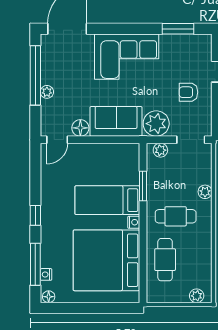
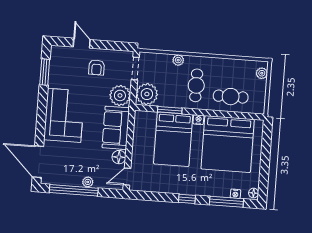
door: (57, 140) -> (127, 177), swing flipped
plant: (160, 150) -> (147, 94), width x1.87, depth x1.87
bed: (107, 200) -> (173, 139), width x1.50

